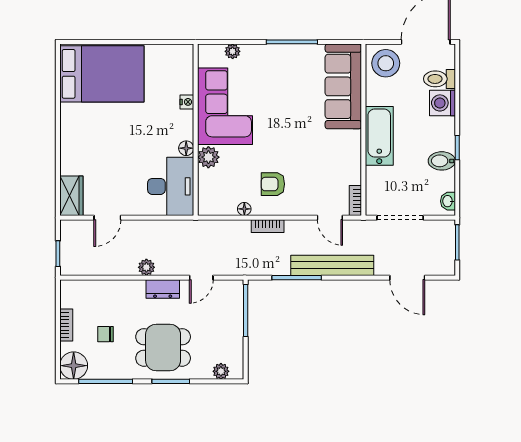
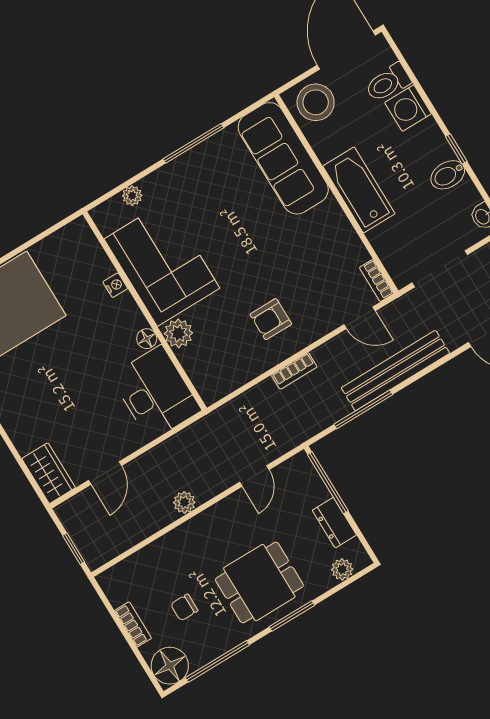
floor lamp: (244, 209) -> (256, 368), removed
dresser: (163, 289) -> (334, 523), moved, turned 90

